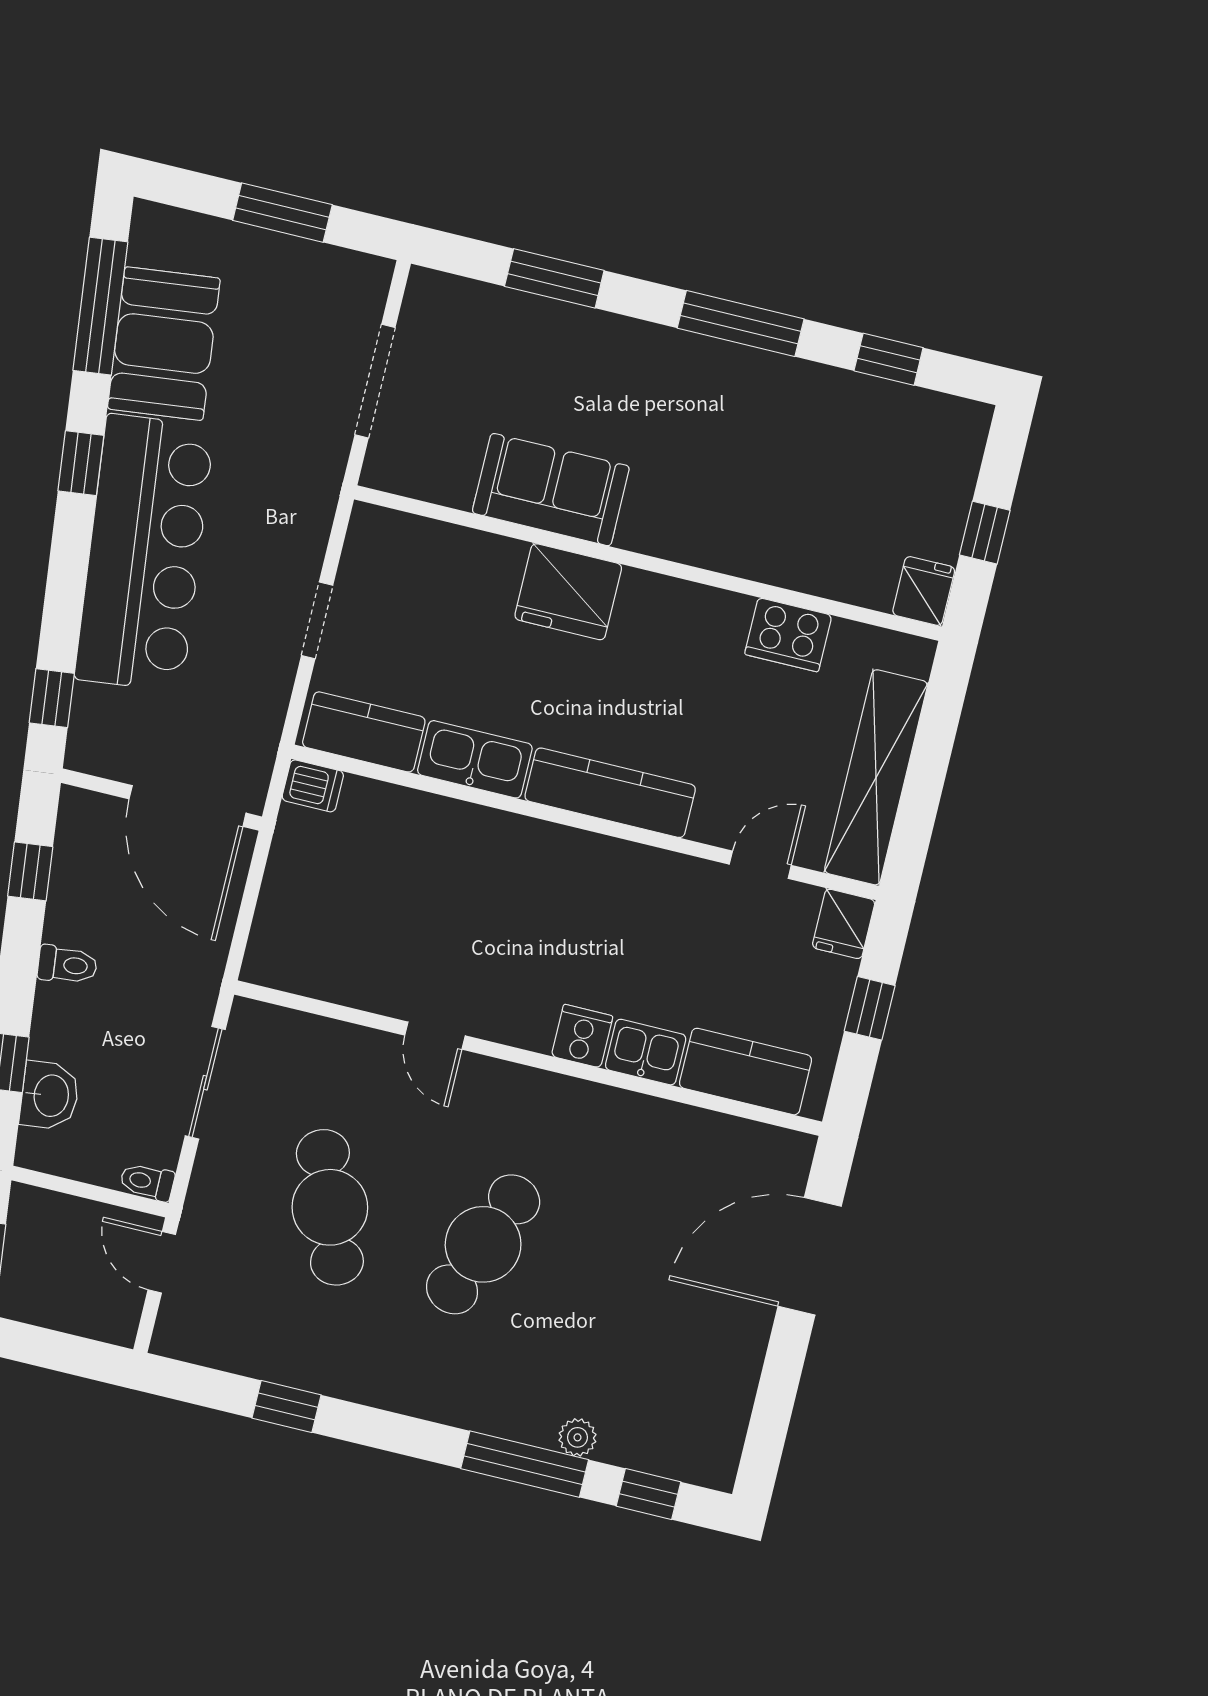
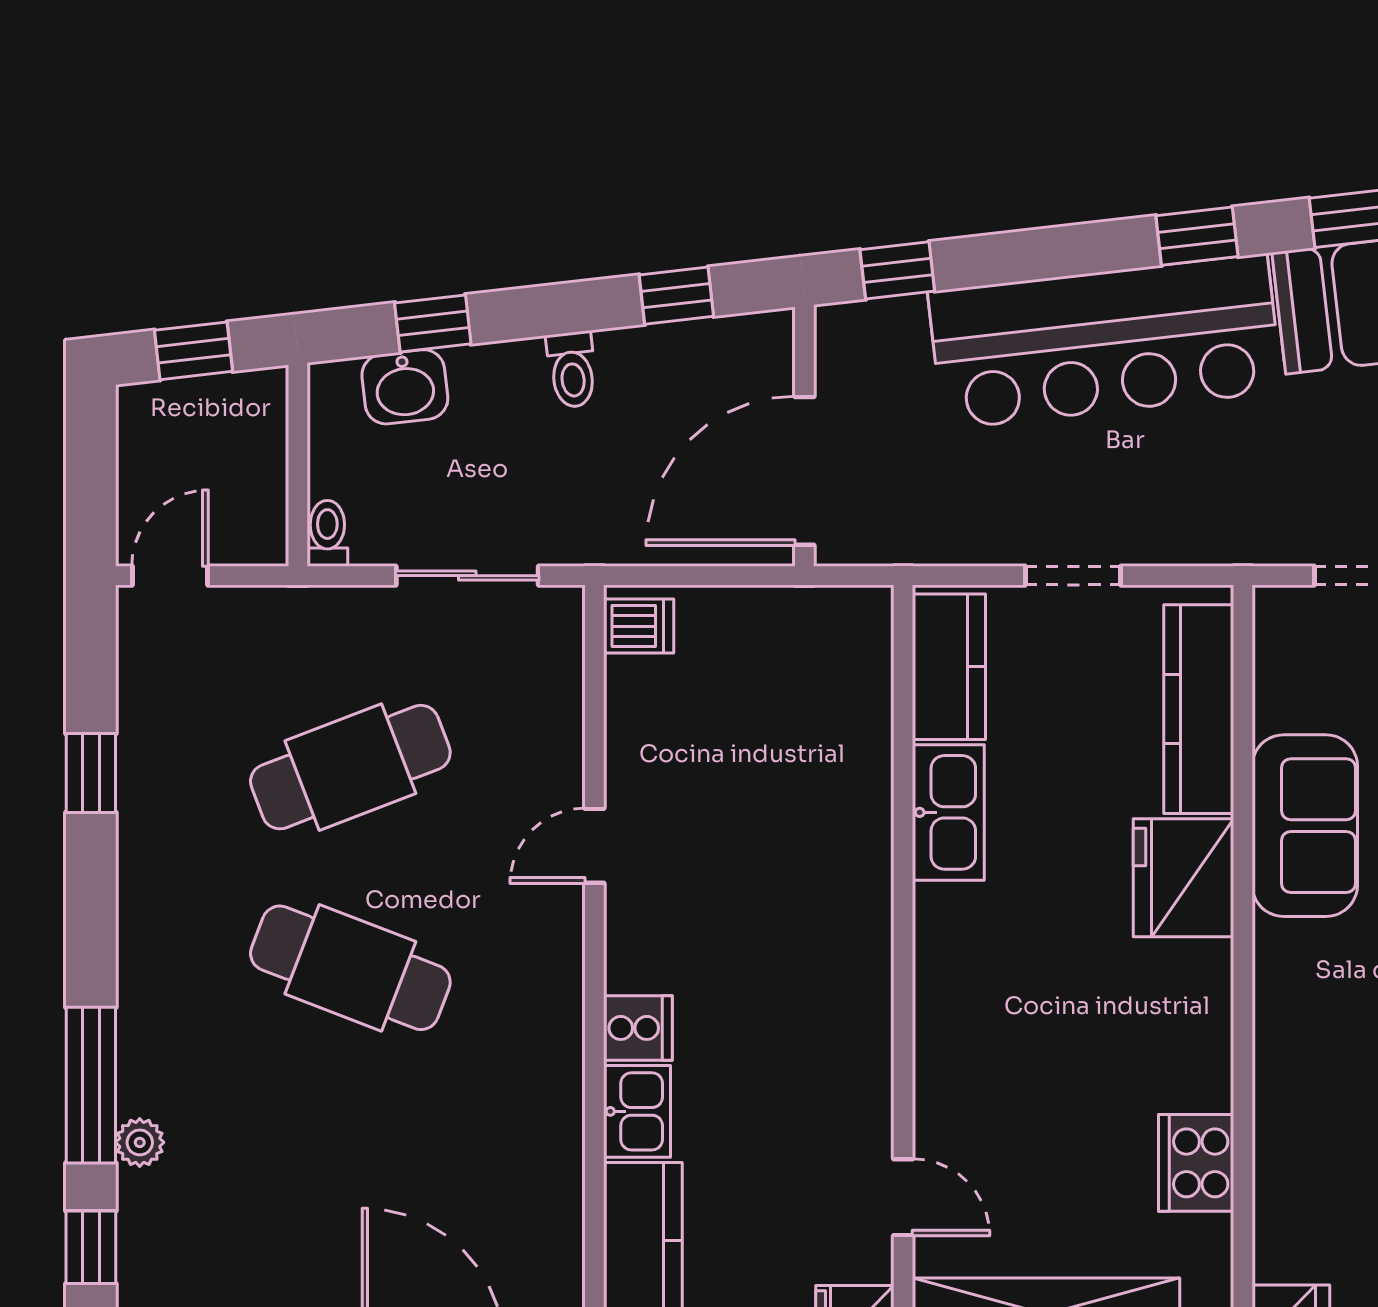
dishwasher: (313, 786) -> (639, 626), moved, turned -90
kitchen counter: (610, 793) -> (1199, 709), moved, turned 180
door: (162, 1262) -> (170, 576), moved

